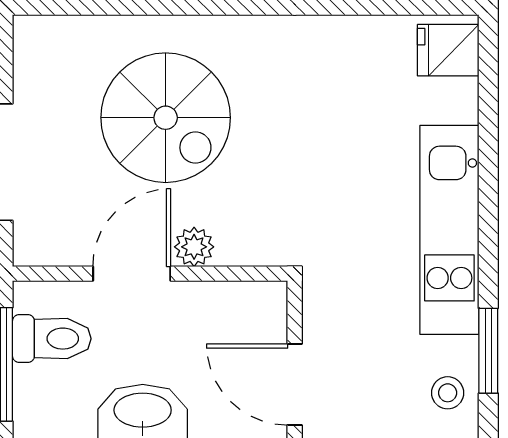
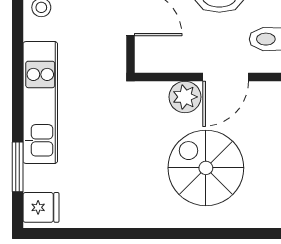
plant: (194, 247) -> (185, 97), width x1.38, depth x1.38
window: (488, 351) -> (18, 167), moved

